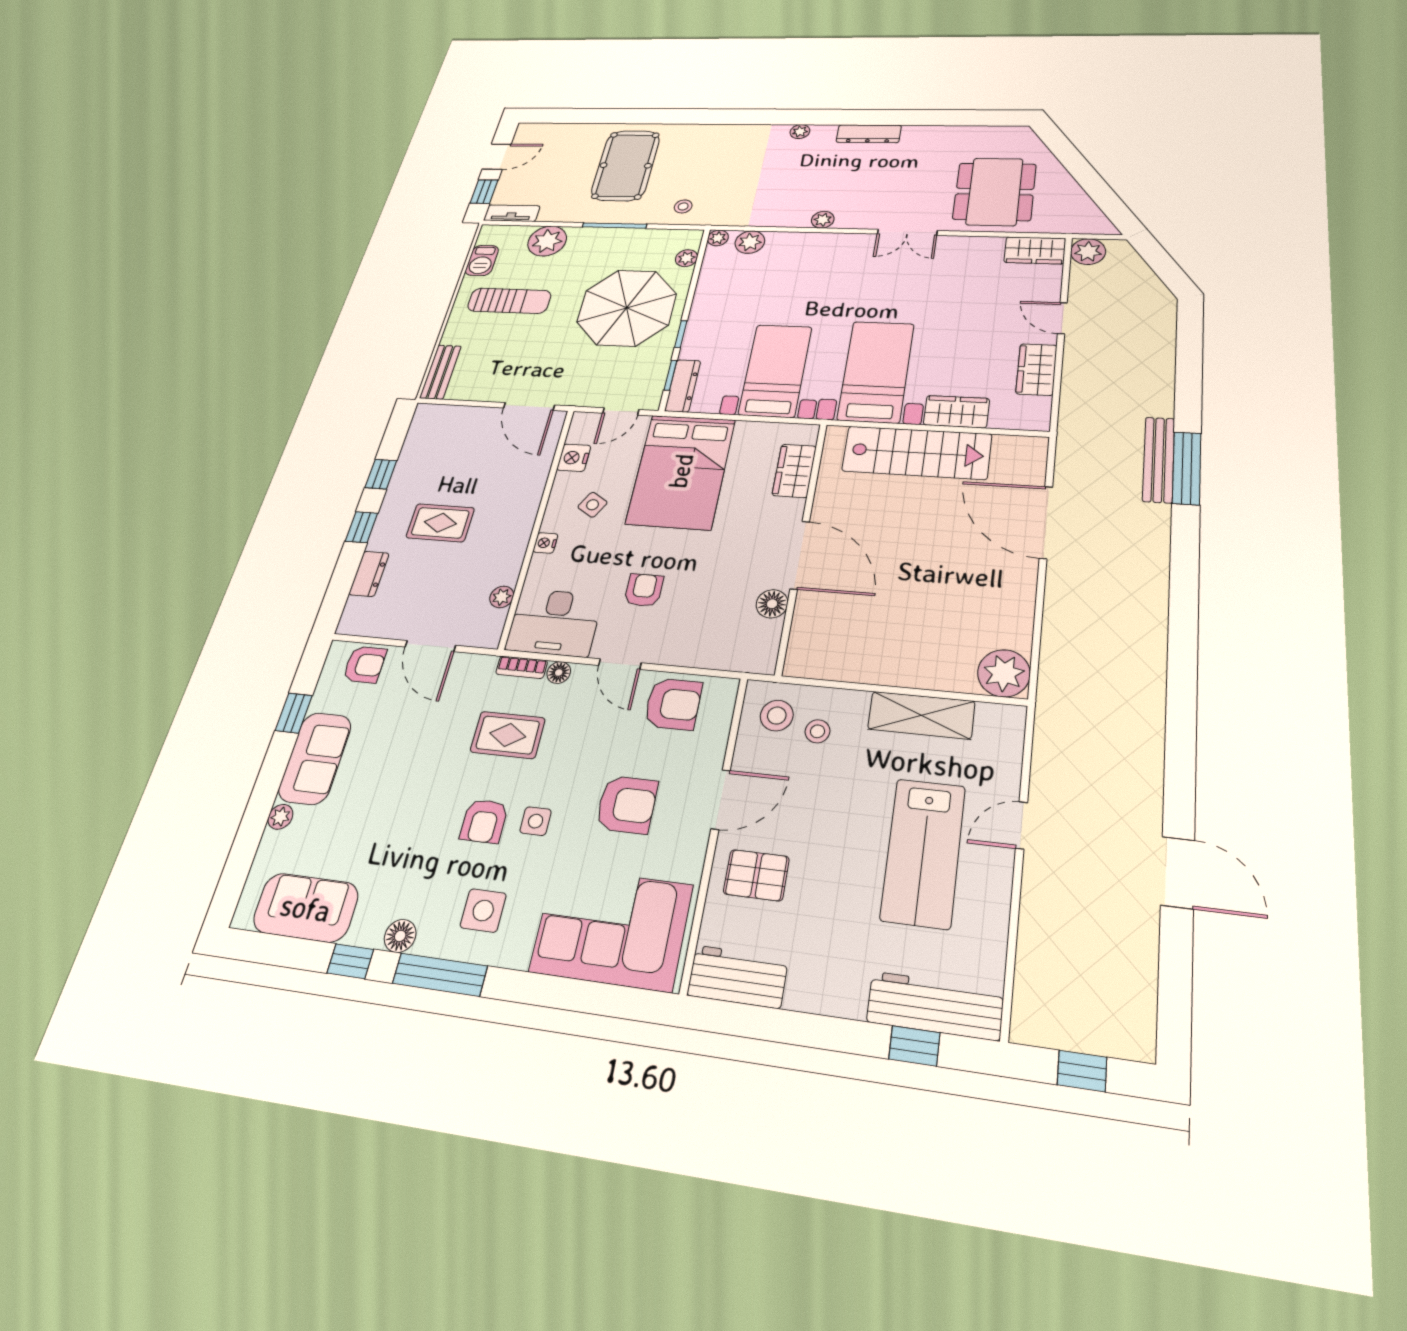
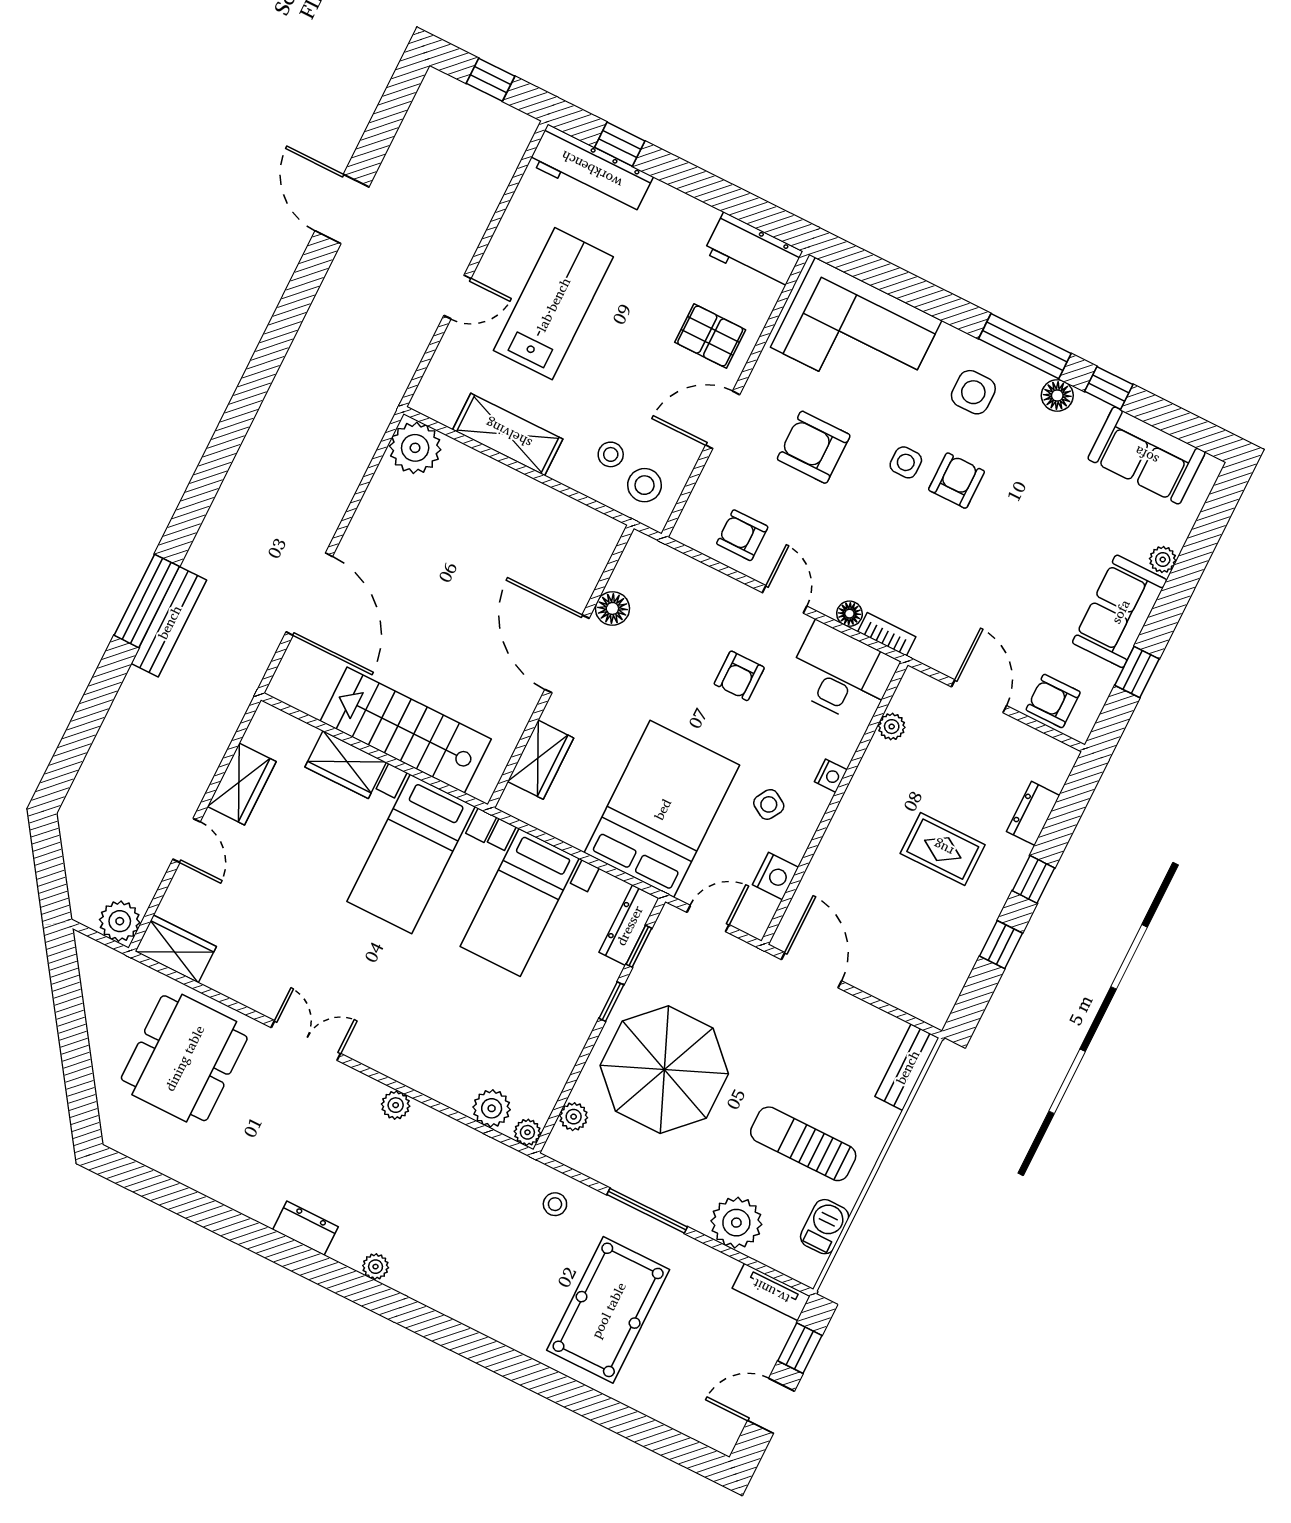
dresser: (869, 134) -> (305, 1228), width x0.70
armchair: (673, 704) -> (742, 535), width x0.72, depth x0.72
rug: (508, 735) -> (916, 563), removed

